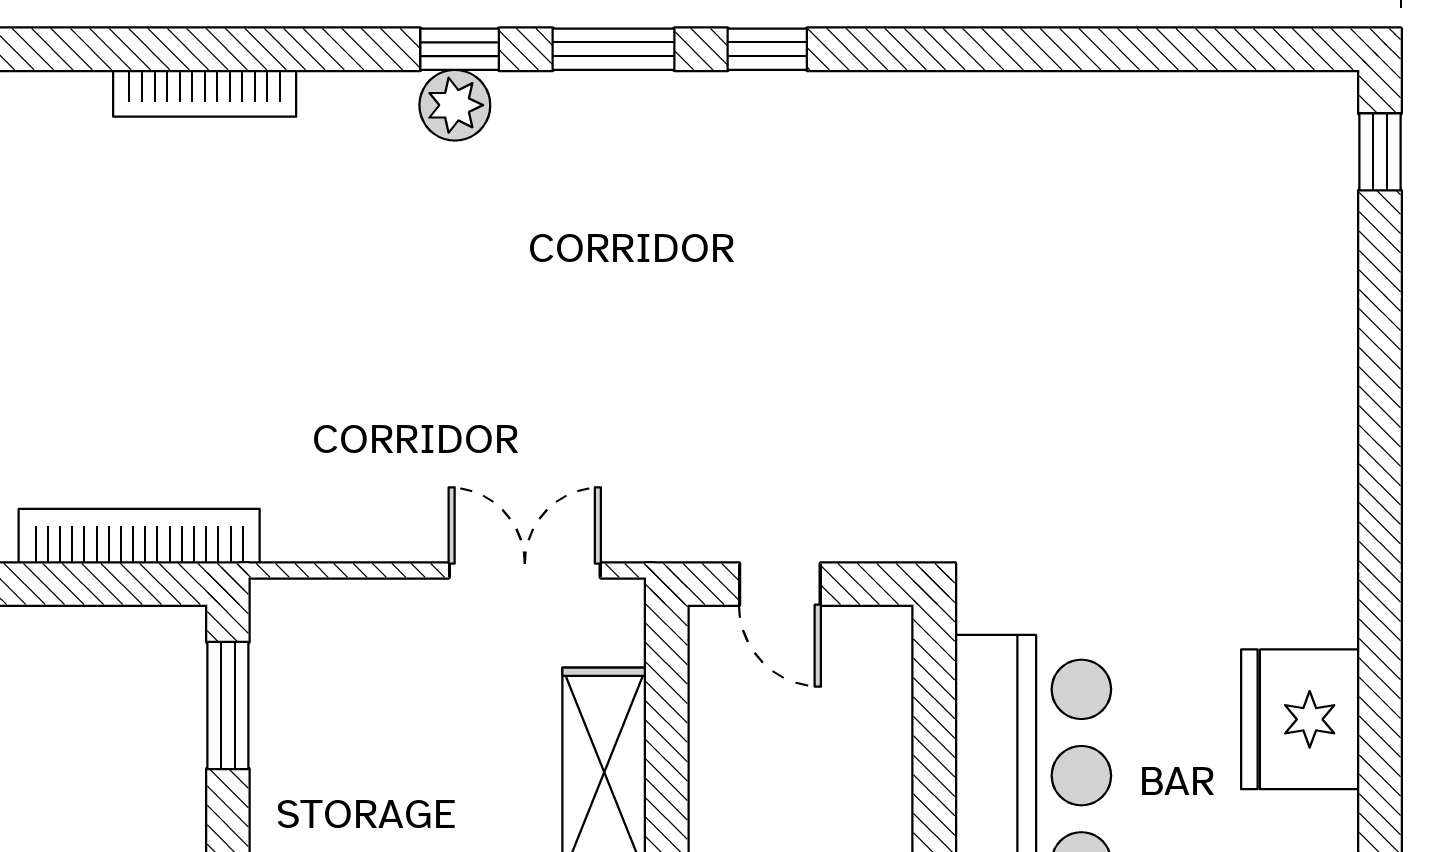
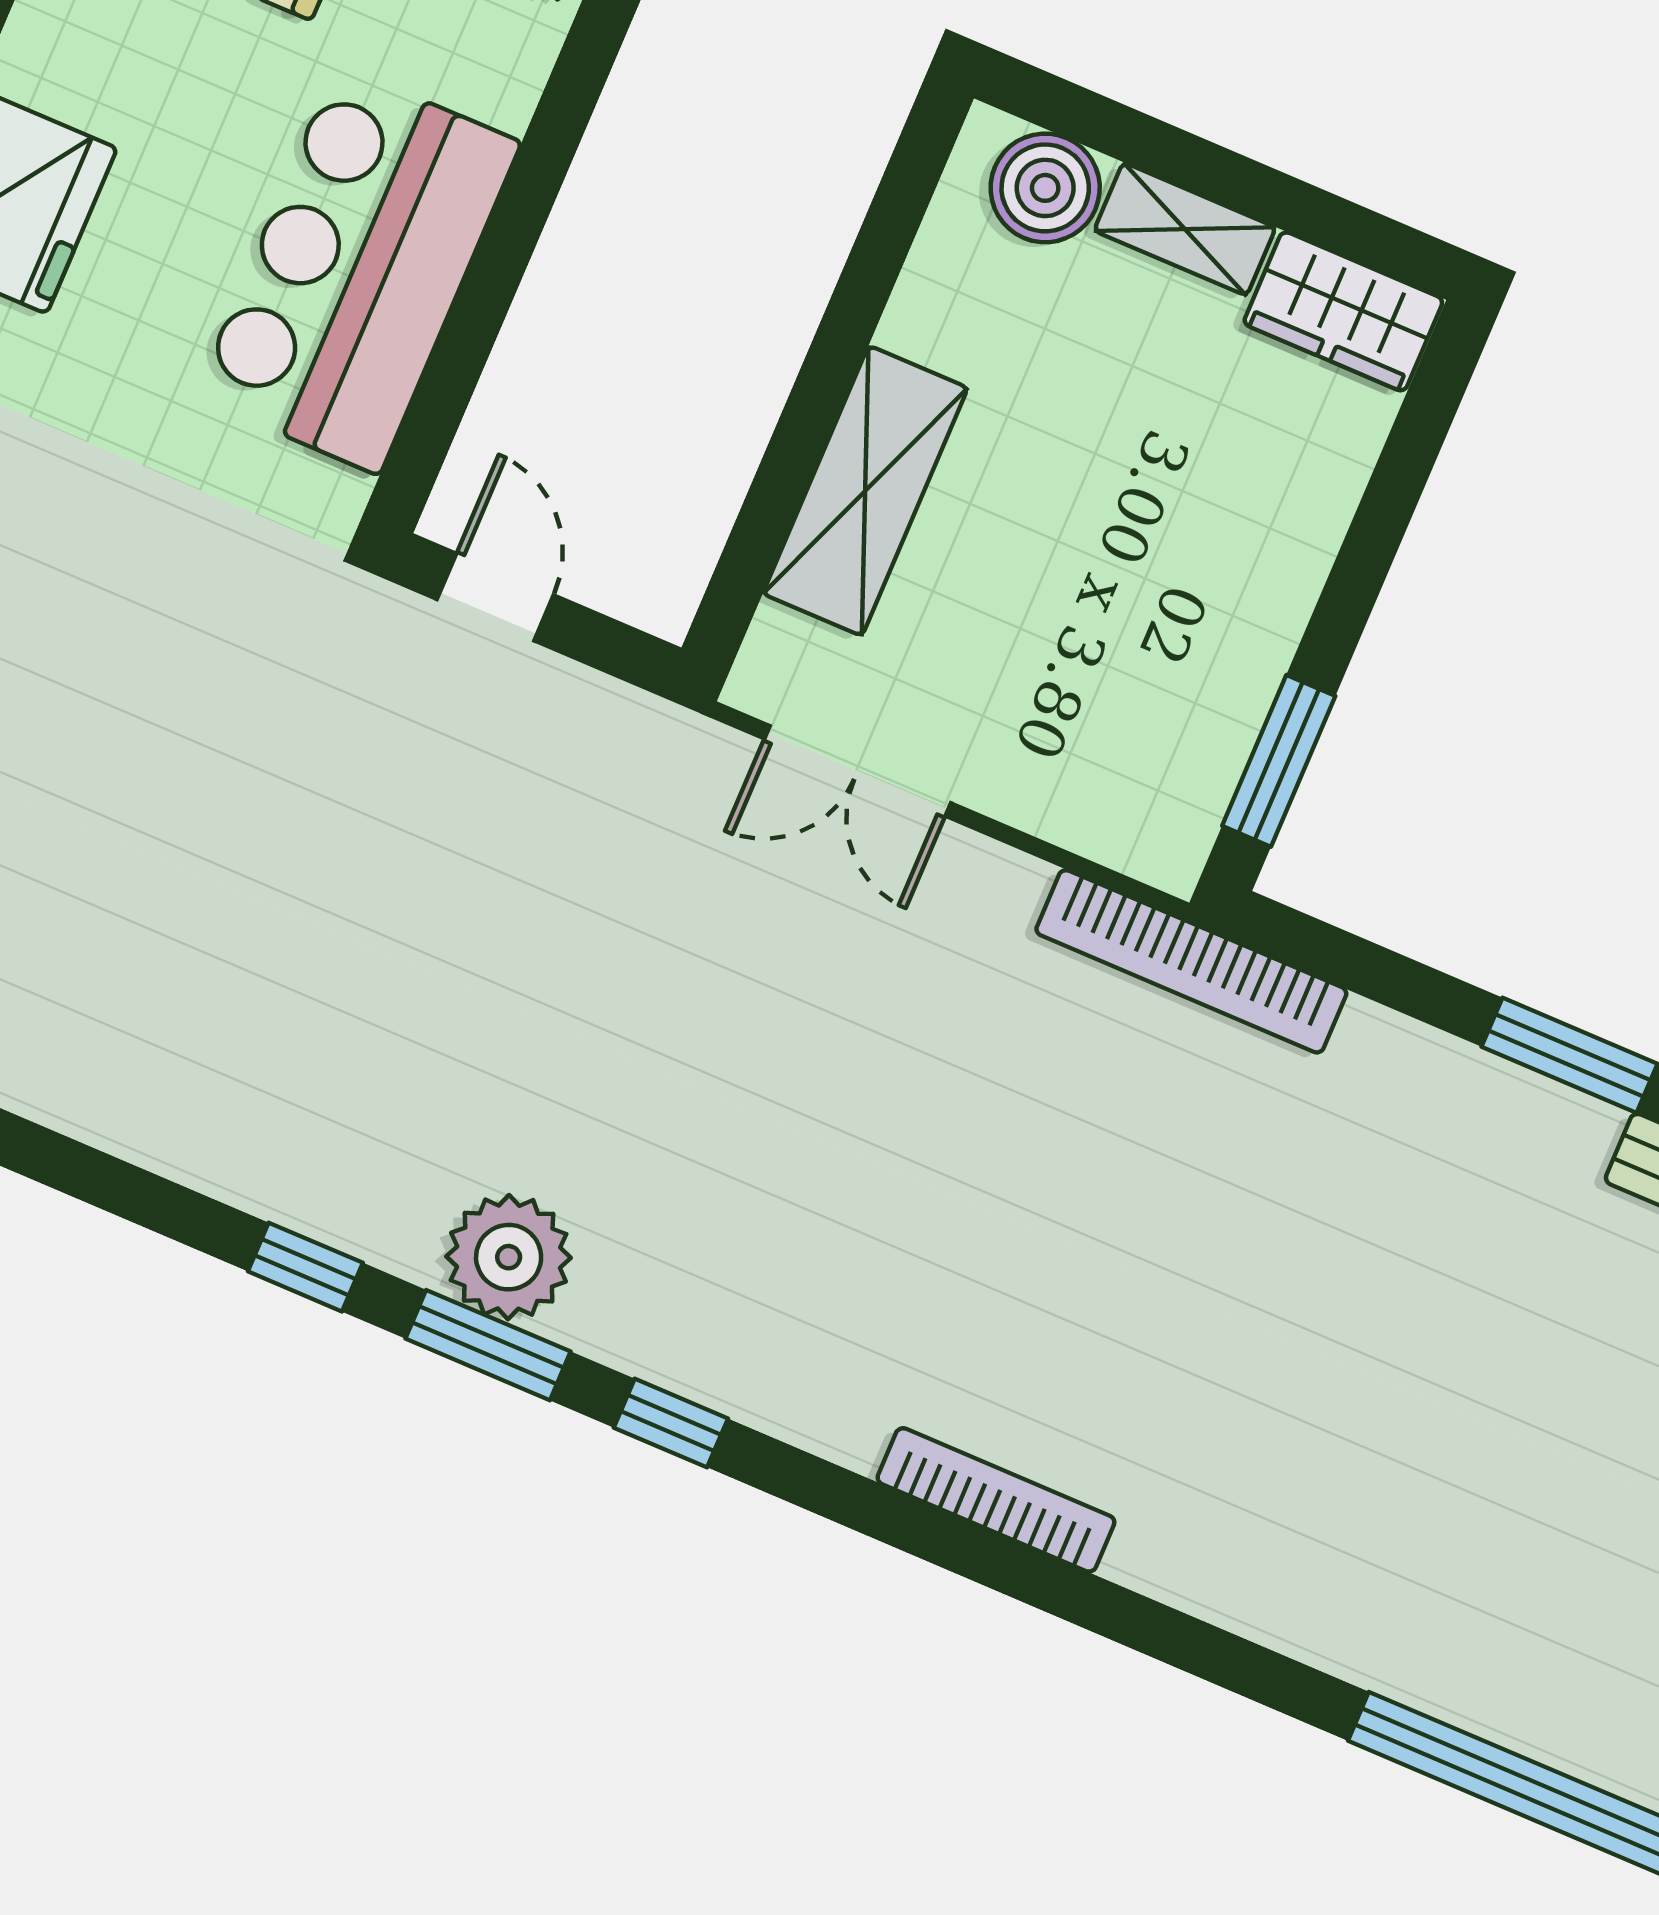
plant: (455, 105) -> (509, 1257), moved, width x1.36, depth x1.36
bookcase: (139, 536) -> (1191, 961), moved
door: (780, 584) -> (495, 597), moved

